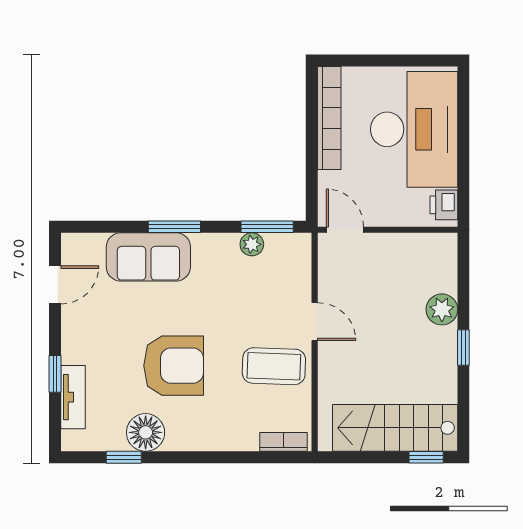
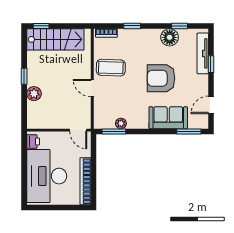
window: (174, 227) -> (189, 131), moved
armchair: (174, 366) -> (161, 78), moved
tv unit: (73, 397) -> (203, 53), width x1.41
window: (228, 457) -> (132, 26), added

